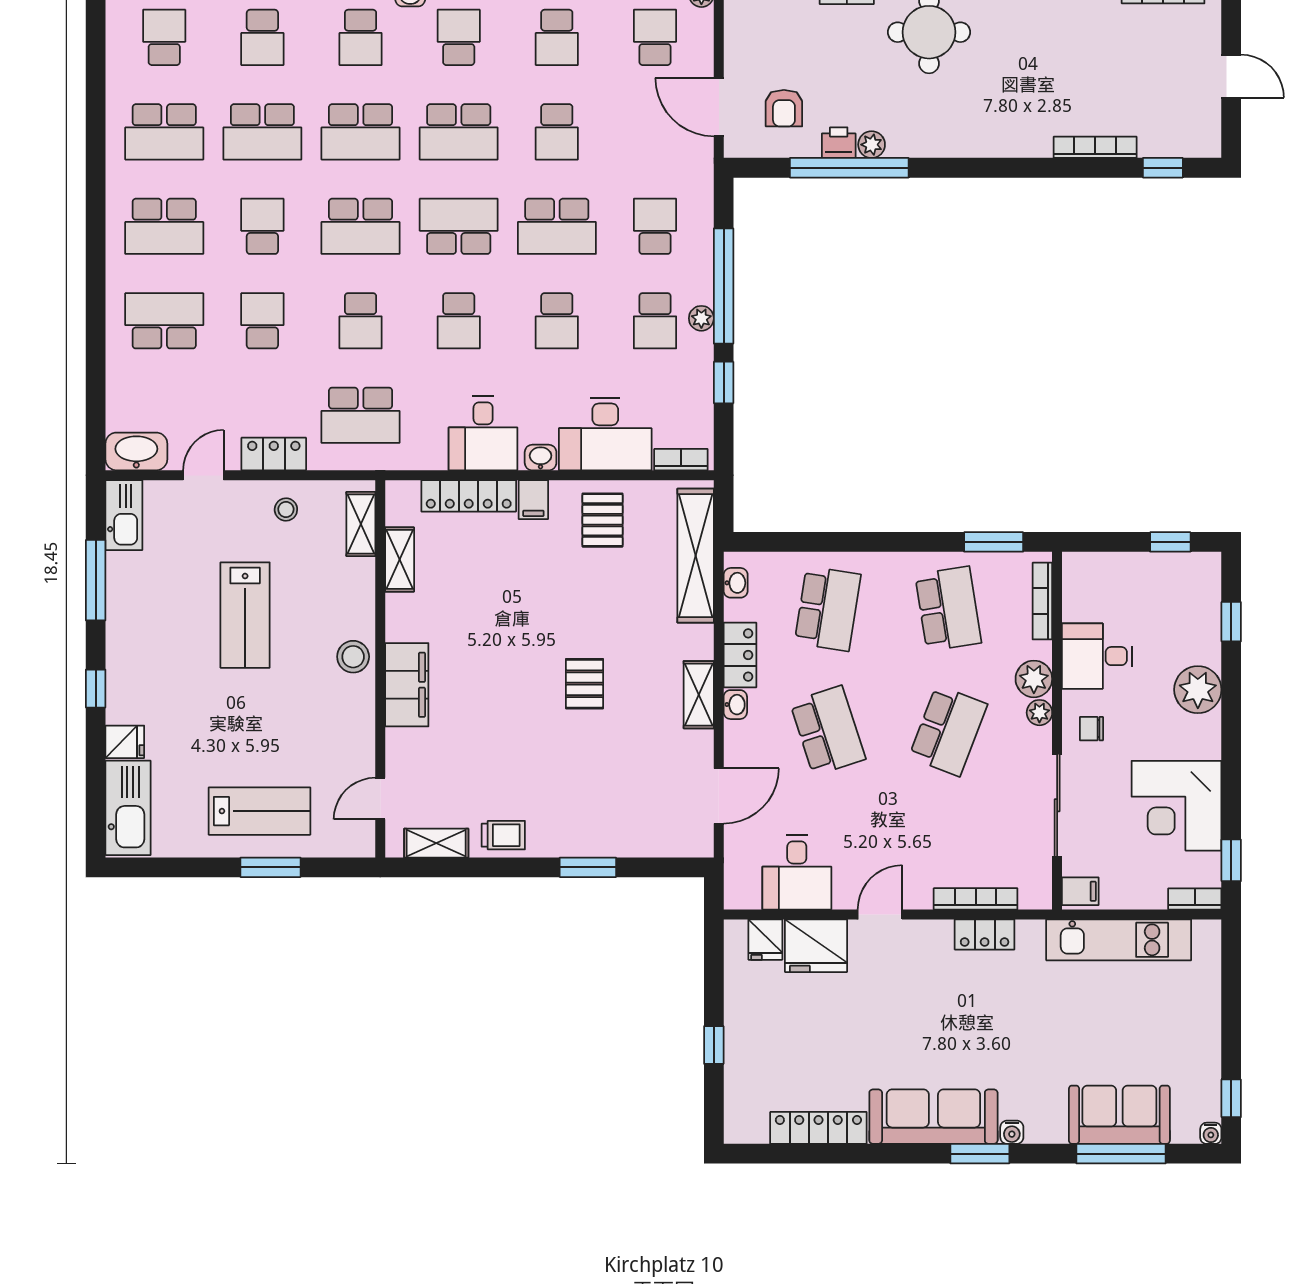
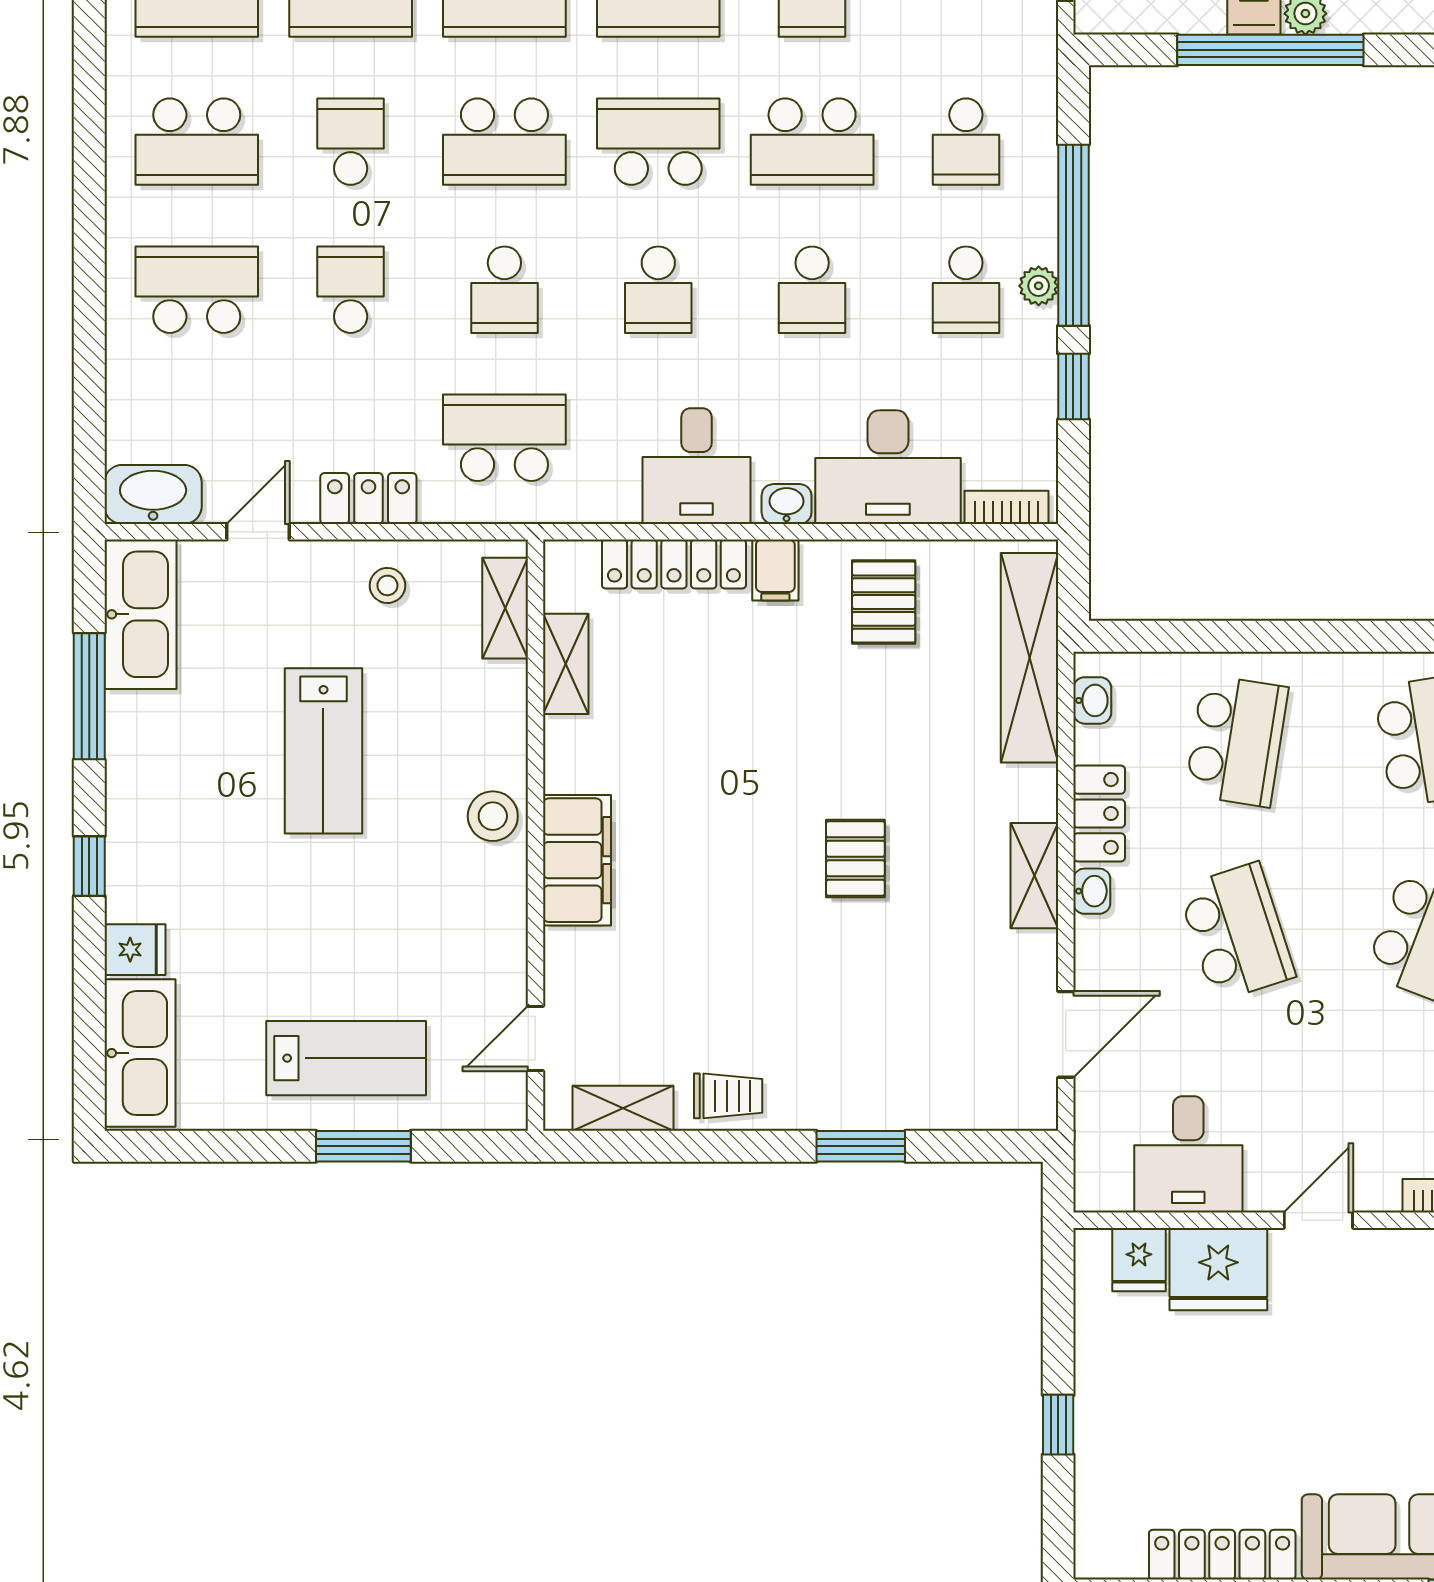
school desk: (655, 226) -> (966, 142), turned 180
school desk: (361, 415) -> (504, 438), turned 180
kitchen sink: (124, 515) -> (140, 614), width x1.36, depth x1.24

